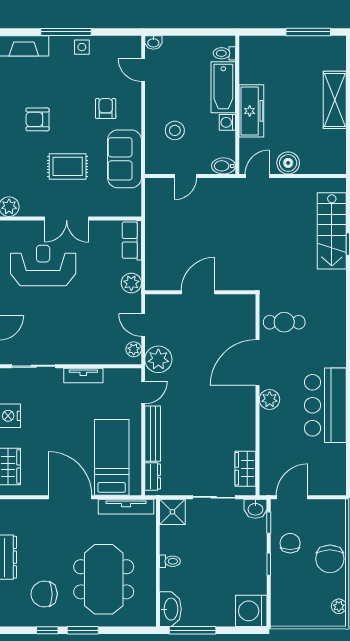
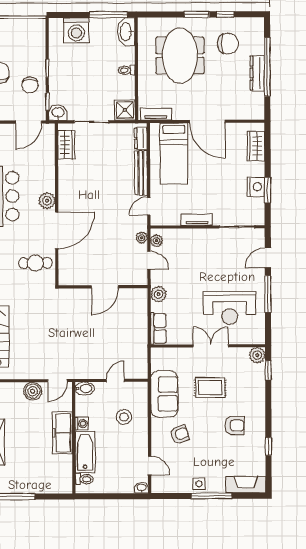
armchair: (106, 109) -> (180, 434), turned -109
plant: (158, 359) -> (142, 238), width x0.53, depth x0.53
tv unit: (126, 507) -> (156, 114), width x0.71
washing machine: (251, 611) -> (76, 30), moved, turned 90

